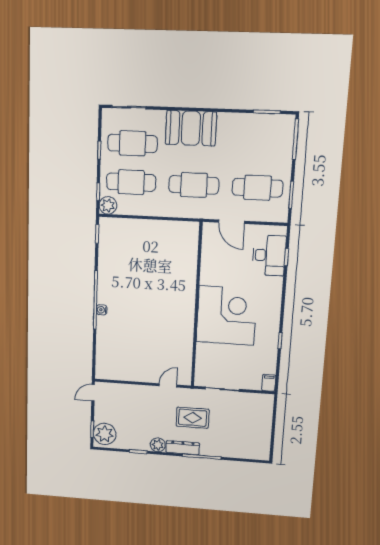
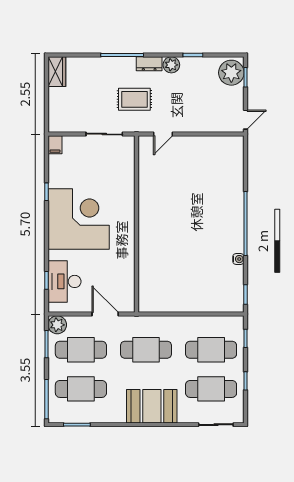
cafe table: (260, 148) -> (81, 389), added
plant: (108, 205) -> (57, 325), moved
water cooler: (102, 310) -> (238, 259), moved
corner desk: (226, 316) -> (79, 219), moved, turned 180
wardrobe: (262, 447) -> (57, 72), added
dresser: (183, 448) -> (149, 64), width x0.70

